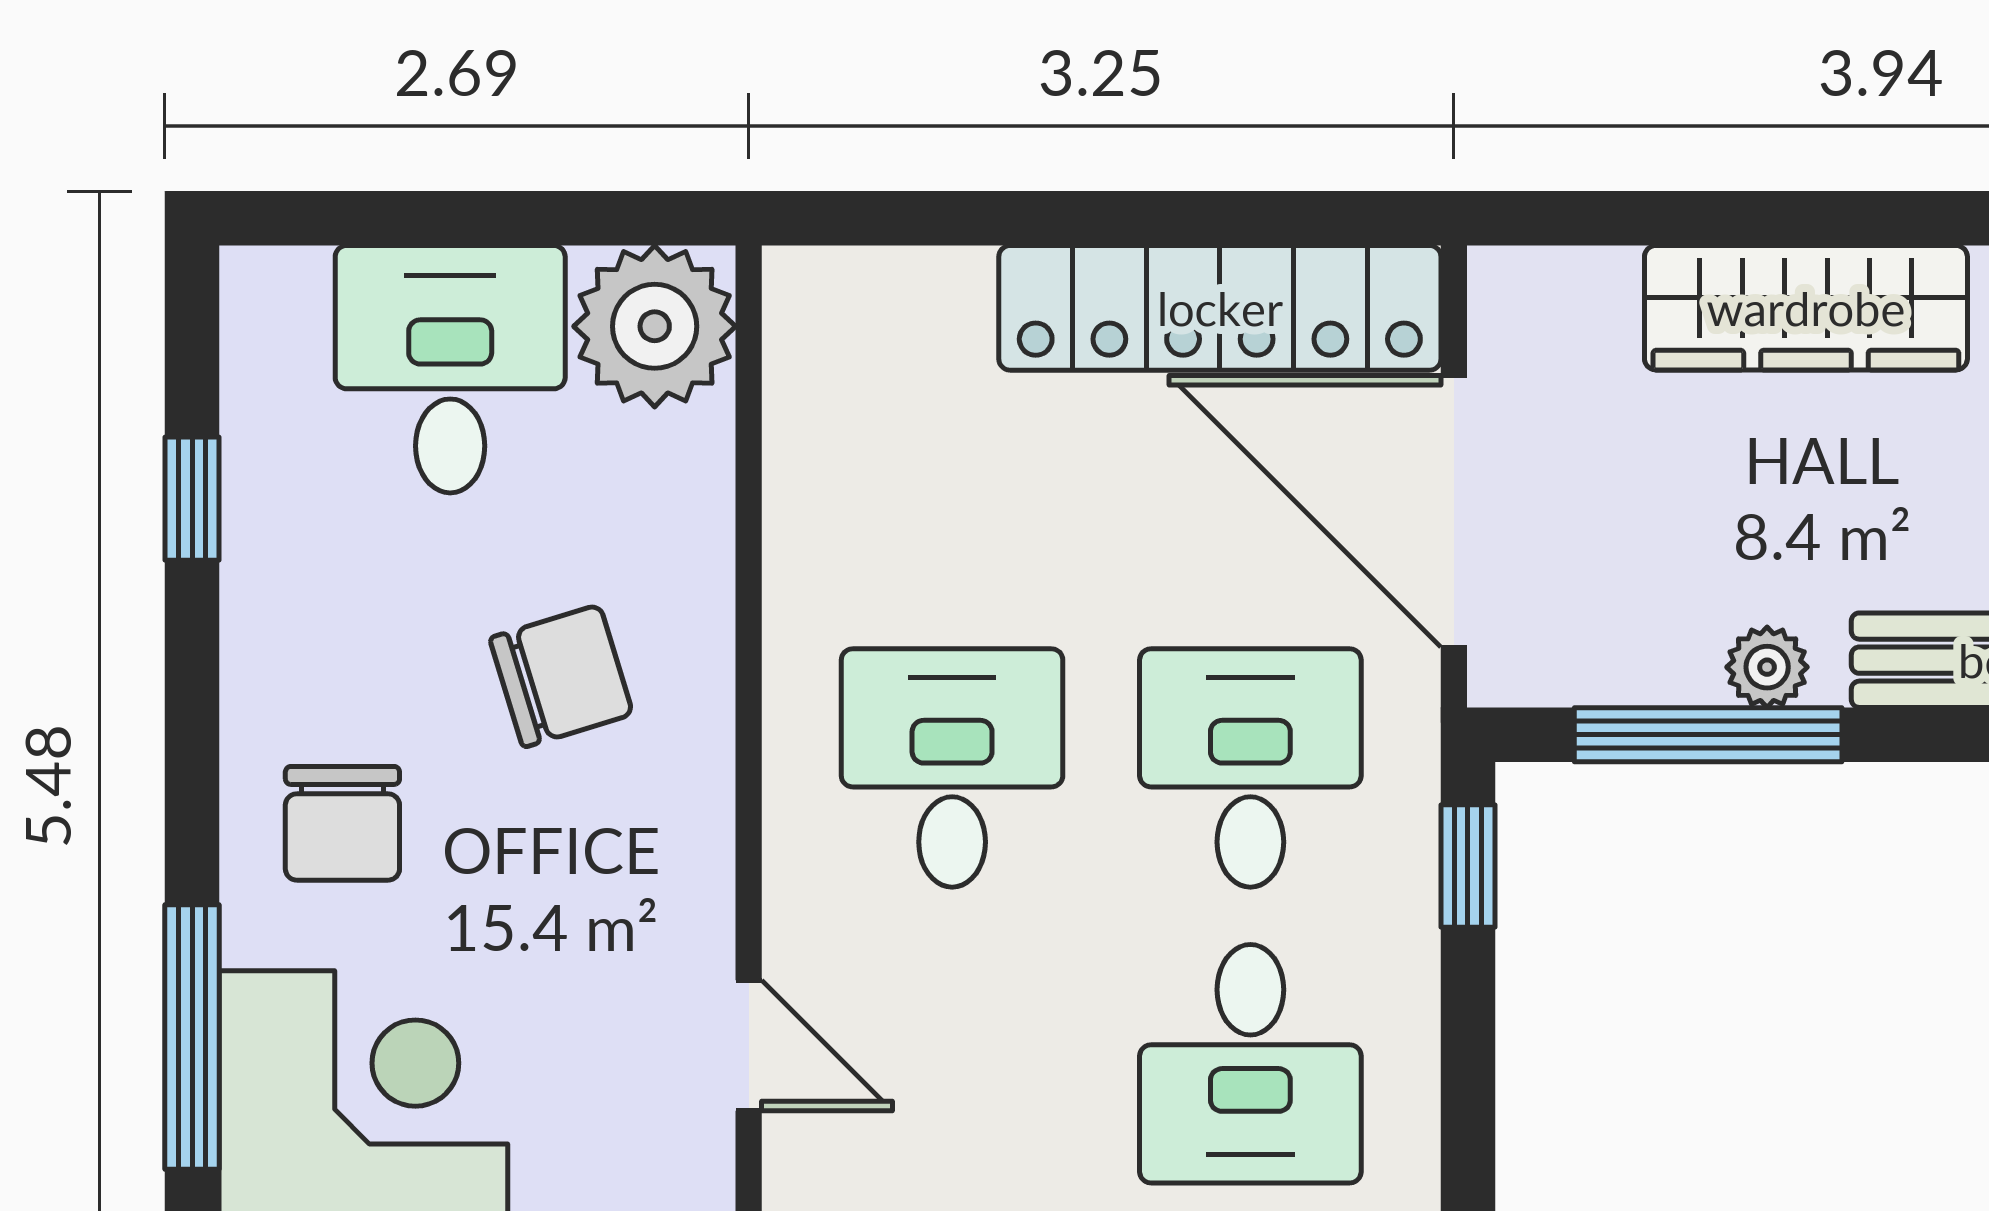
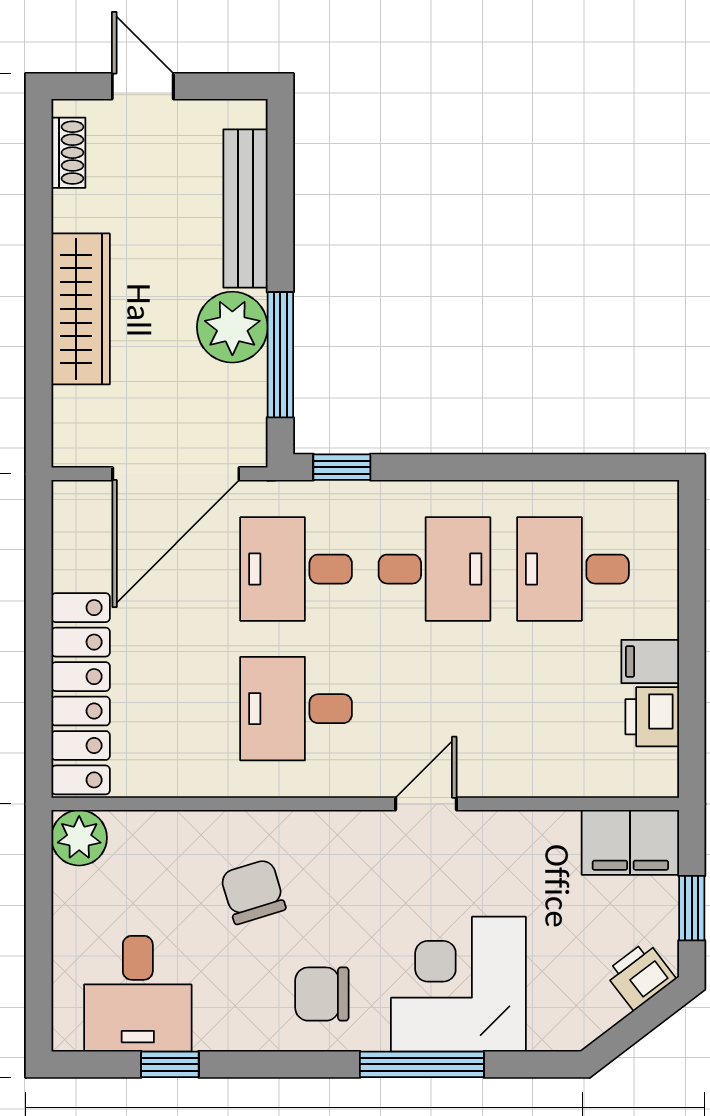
locker: (1220, 308) -> (81, 694), moved
plant: (655, 326) -> (79, 838), width x0.73, depth x0.73
desk: (450, 369) -> (138, 994), moved, turned -90
plant: (1767, 667) -> (232, 327), width x1.88, depth x1.88
chair: (342, 823) -> (322, 994), turned 180

